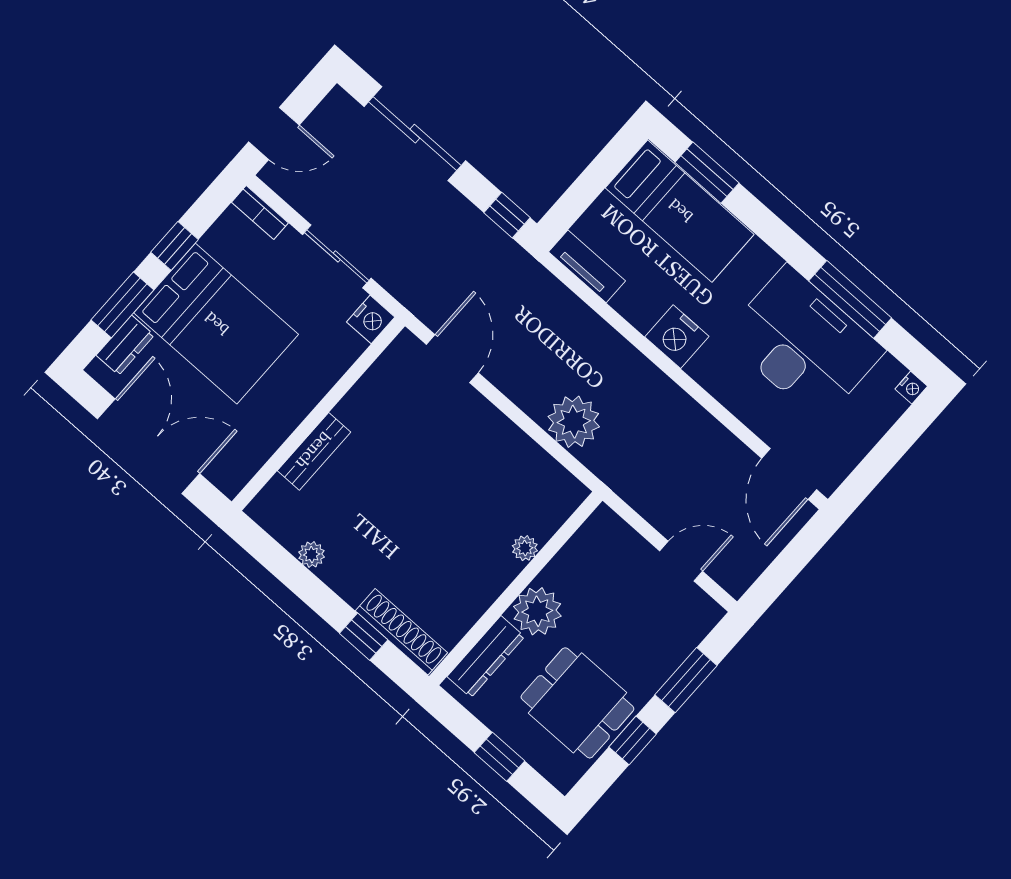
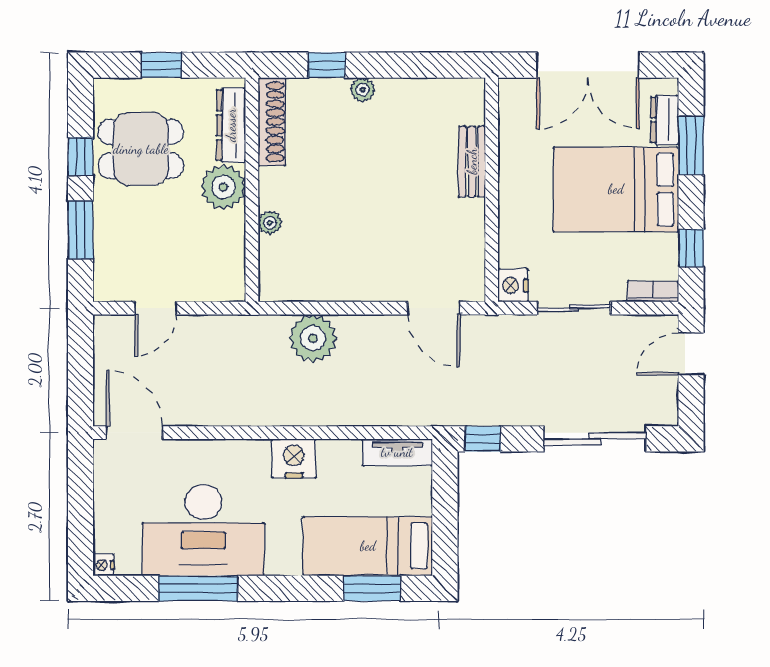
window: (175, 246) -> (691, 248), moved
plant: (312, 555) -> (363, 90), moved
shoe rack: (401, 632) -> (272, 122), moved, turned -90

